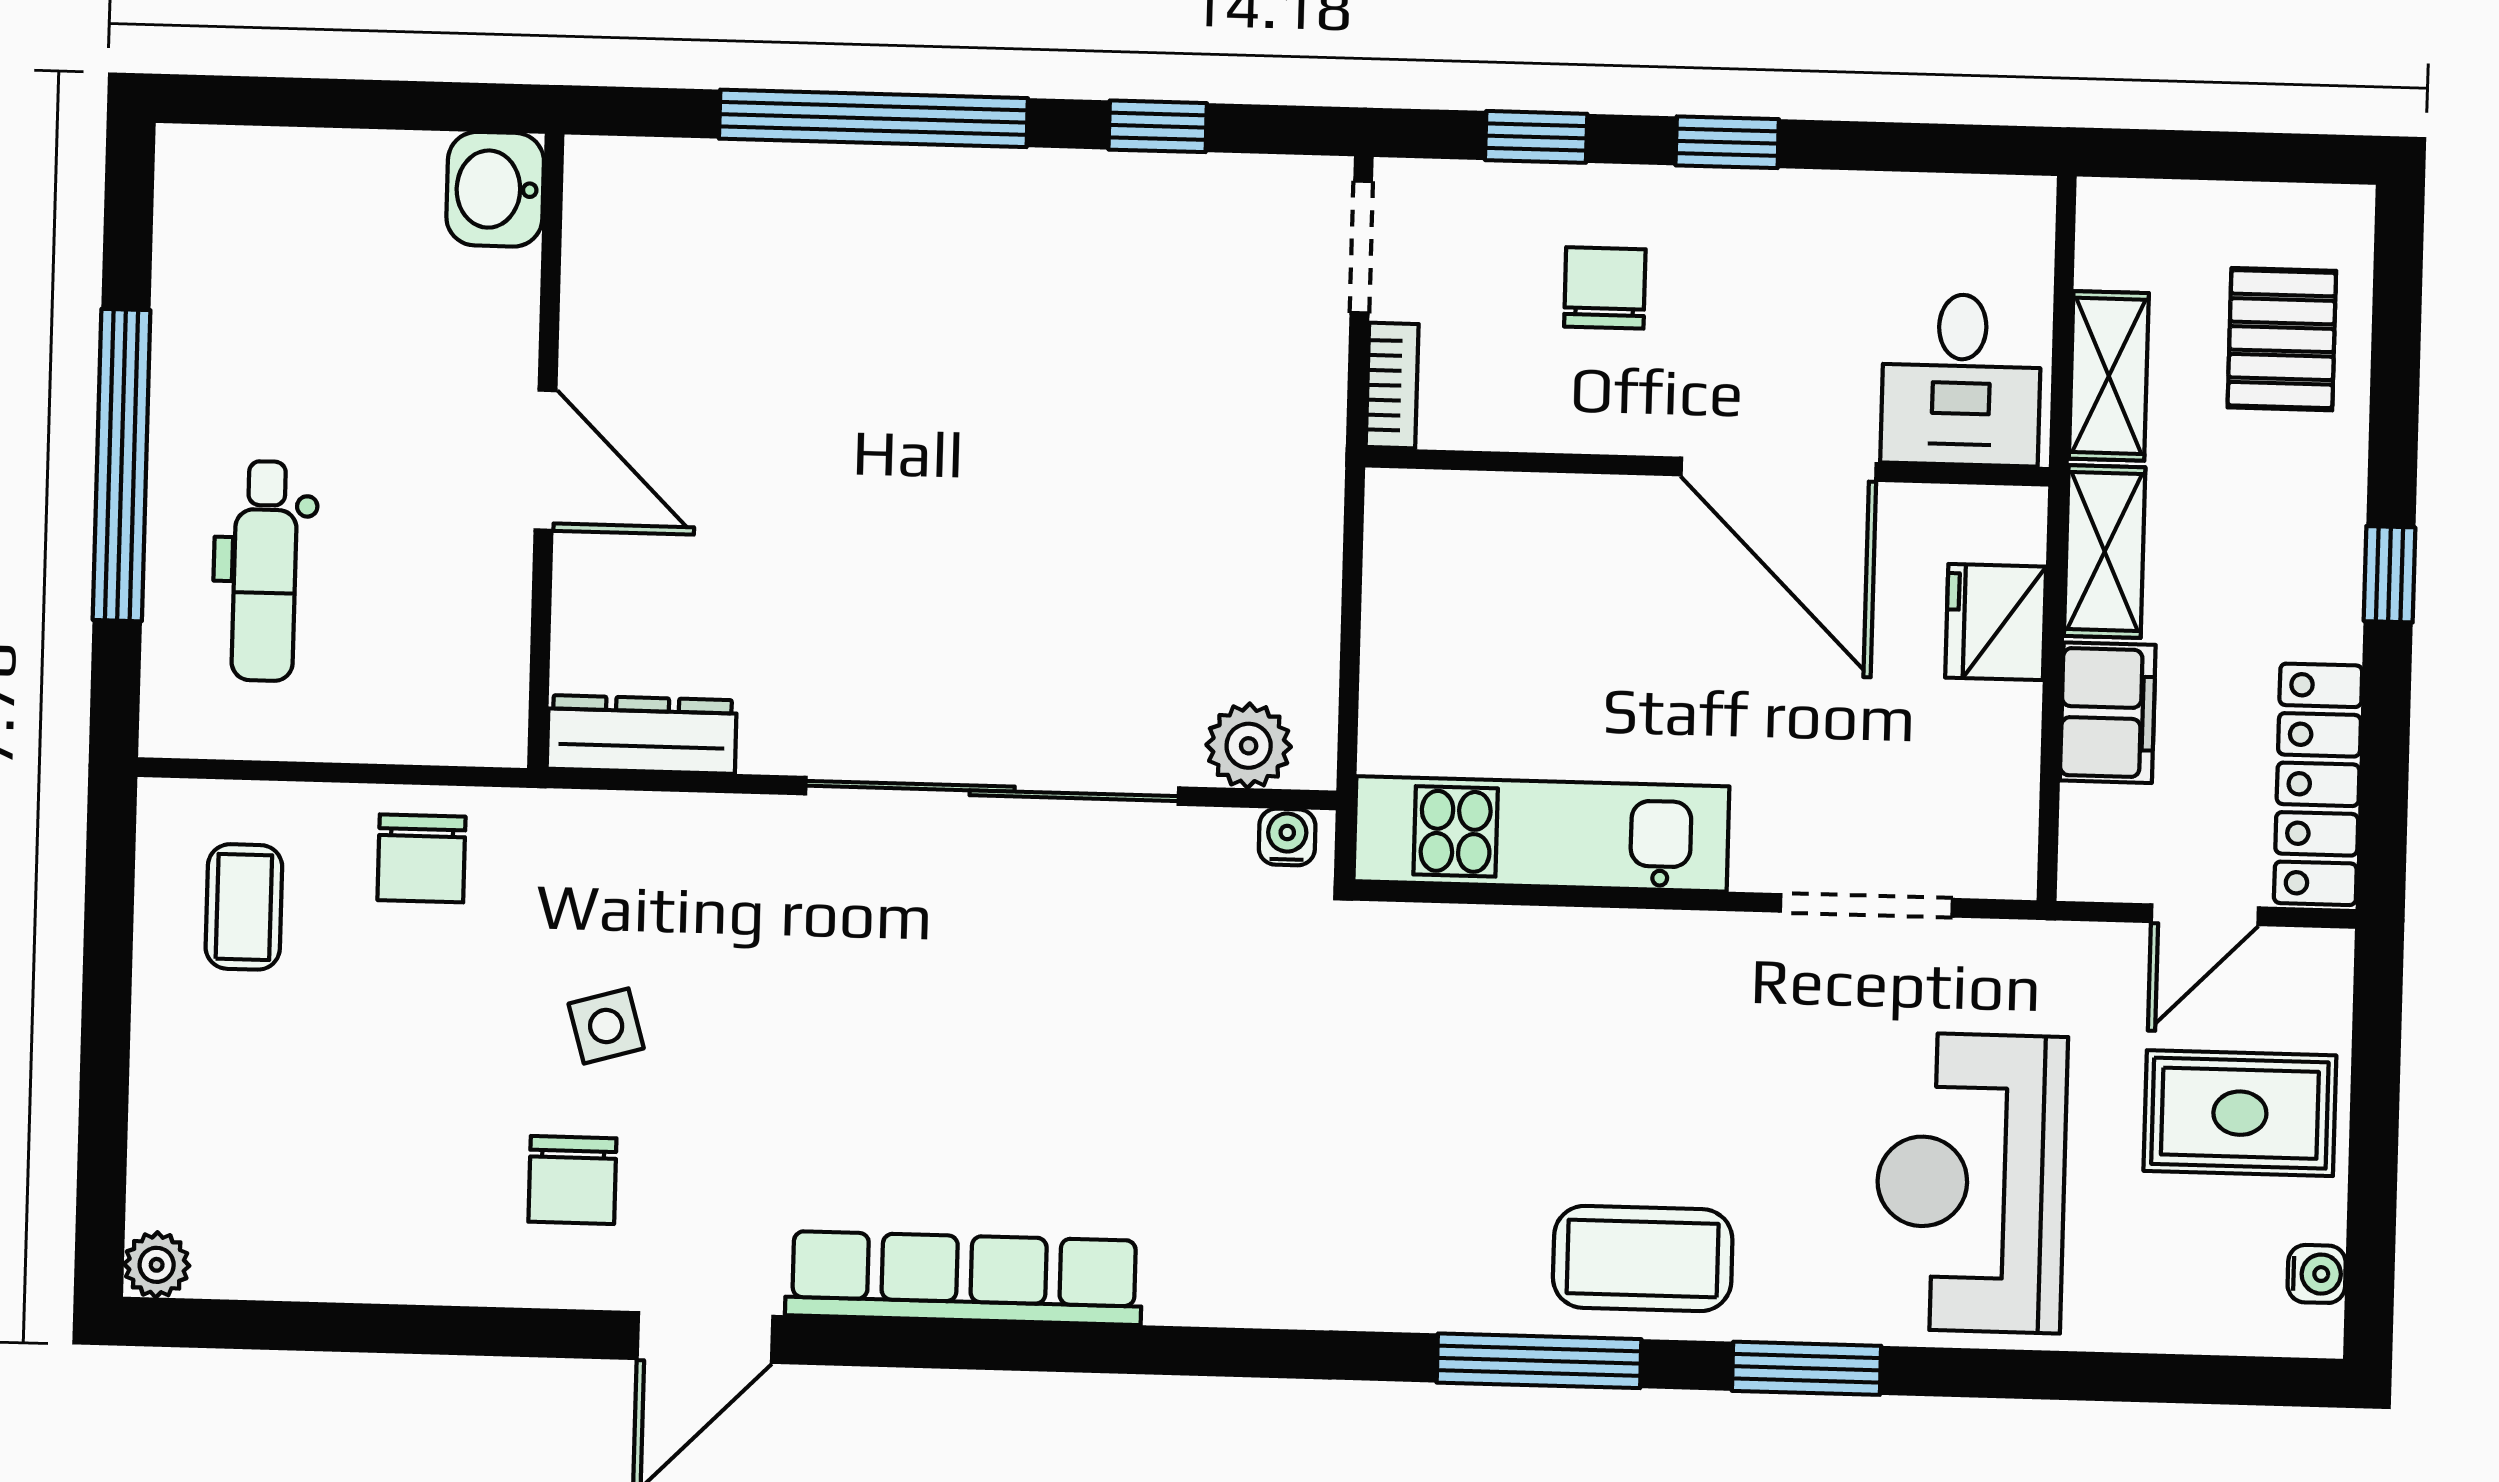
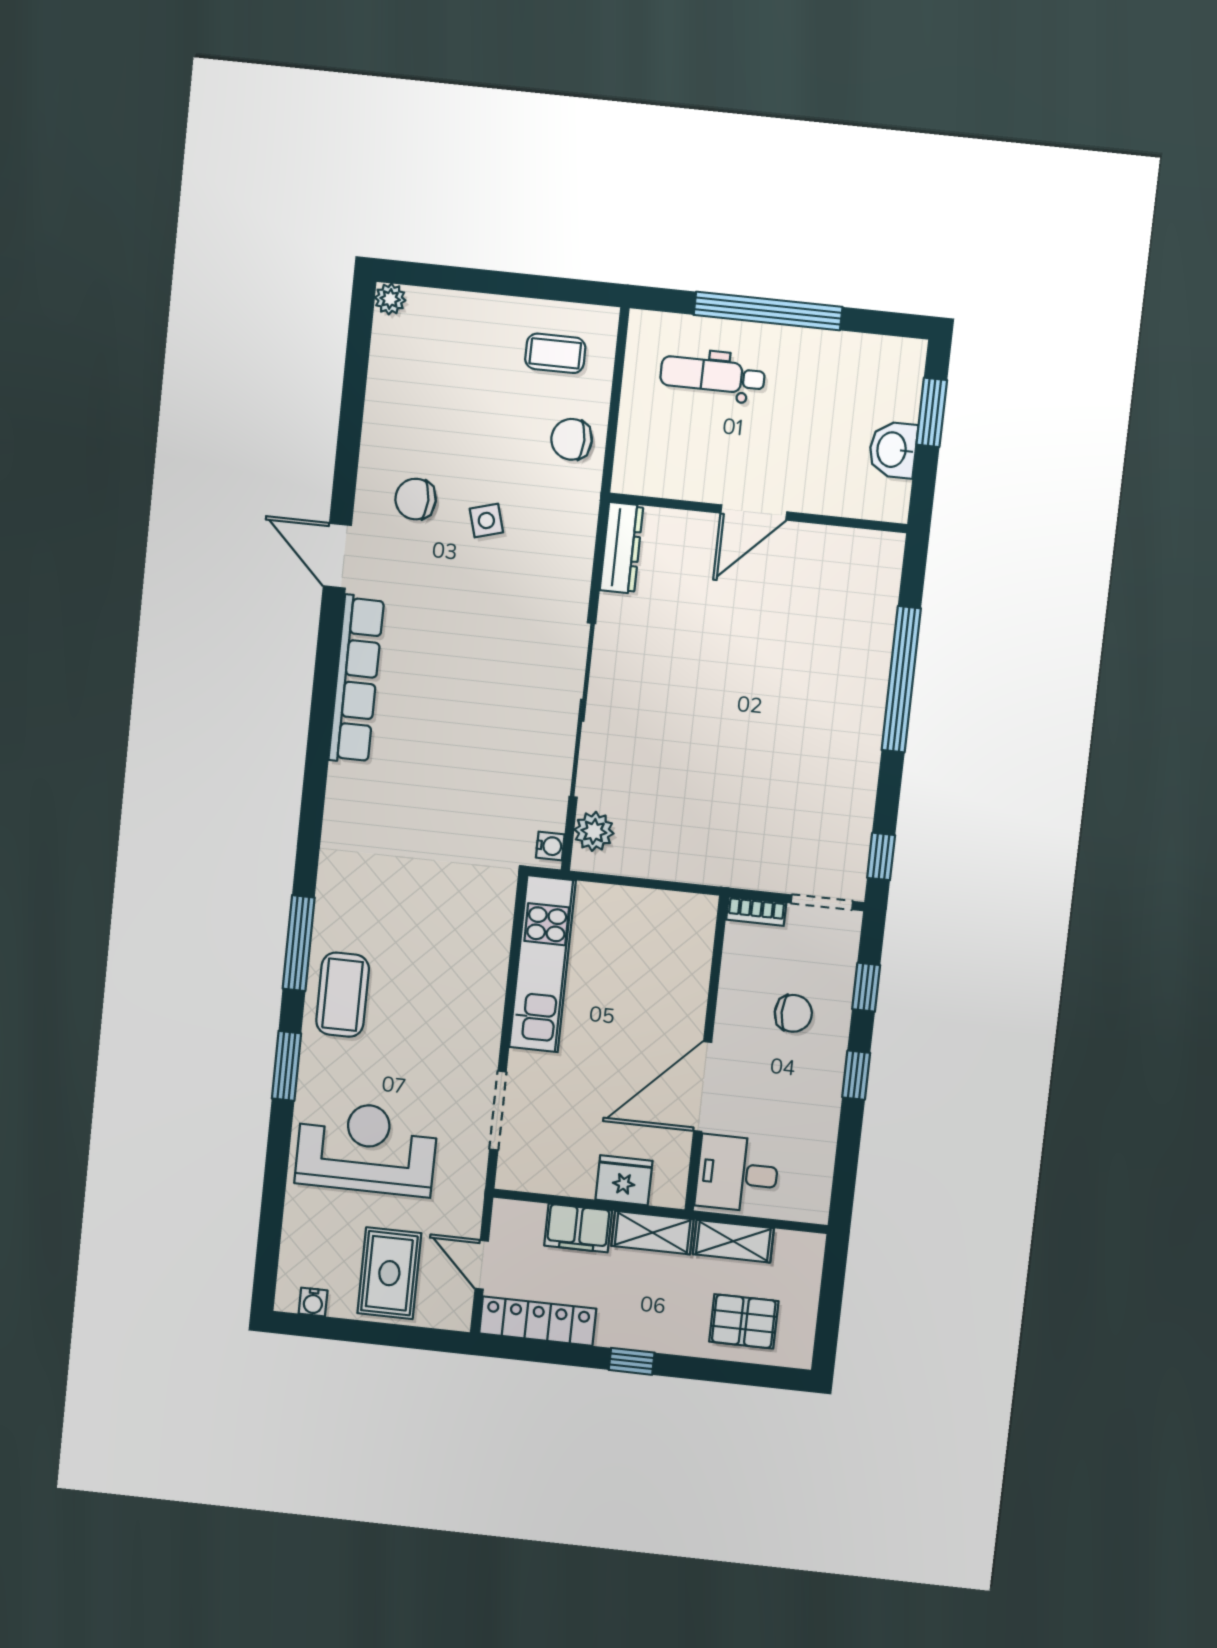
window: (307, 103) -> (932, 412), added
window: (1158, 126) -> (881, 856), moved
washbasin: (495, 189) -> (893, 450), moved, turned -90

